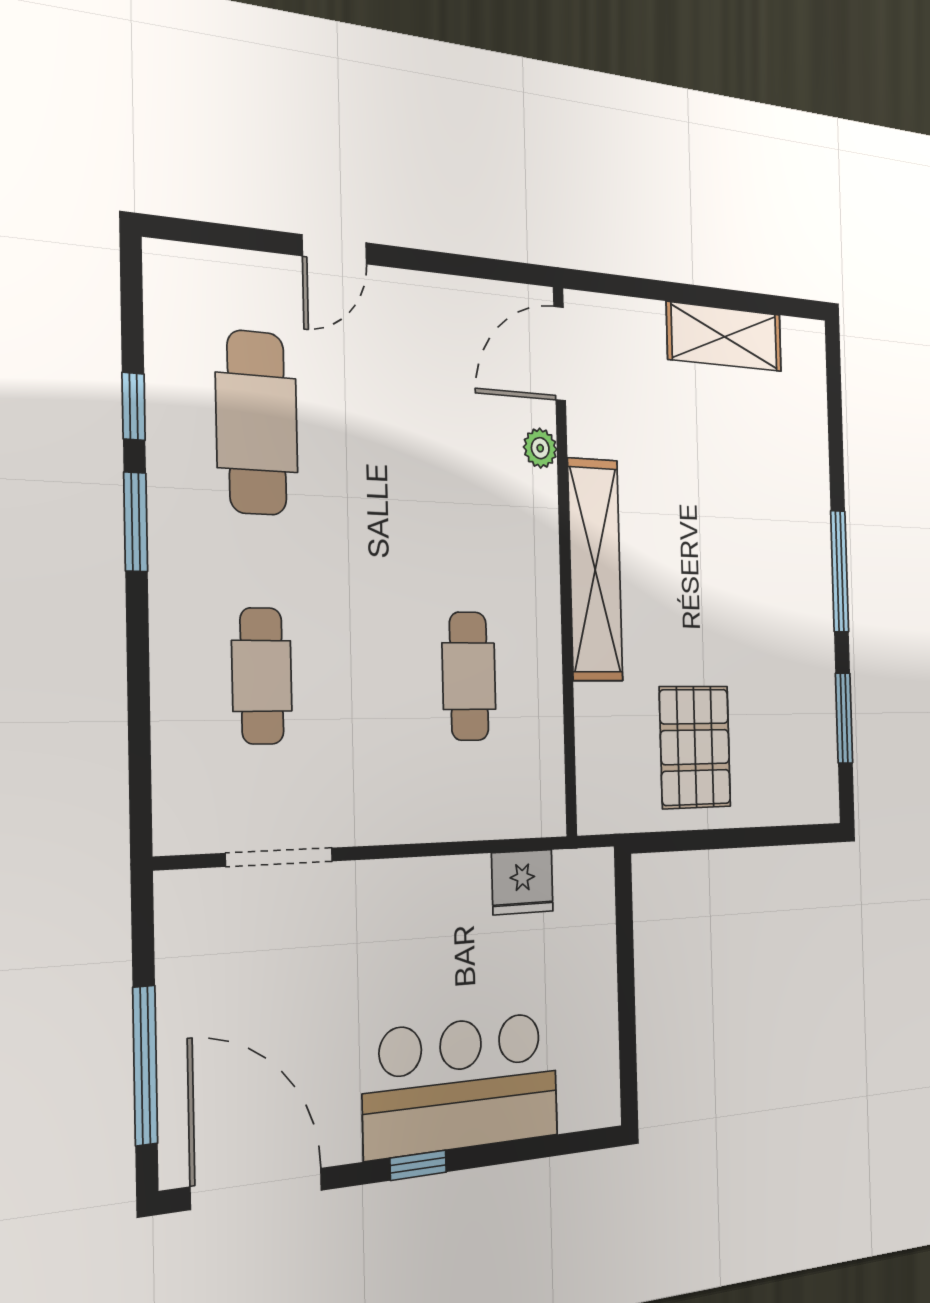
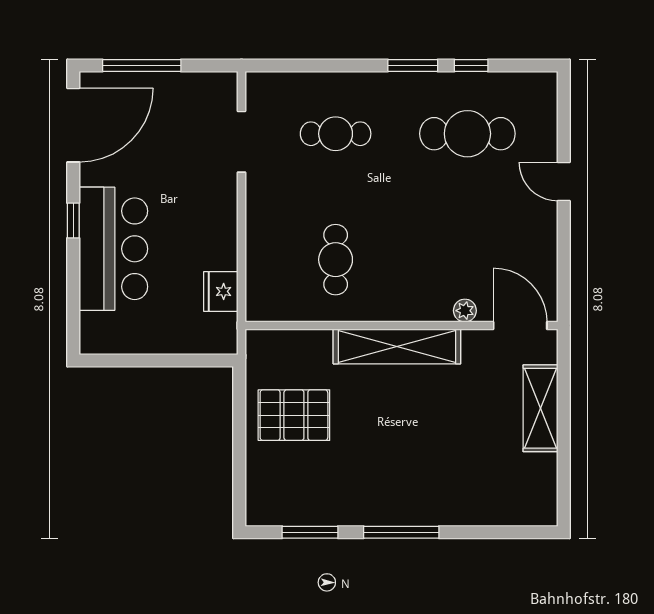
shelving: (725, 337) -> (541, 408), moved
cafe table: (469, 676) -> (336, 260), turned 90

